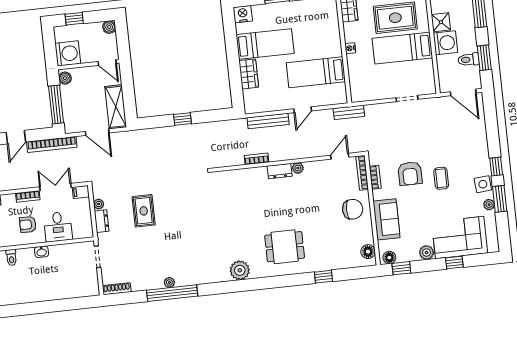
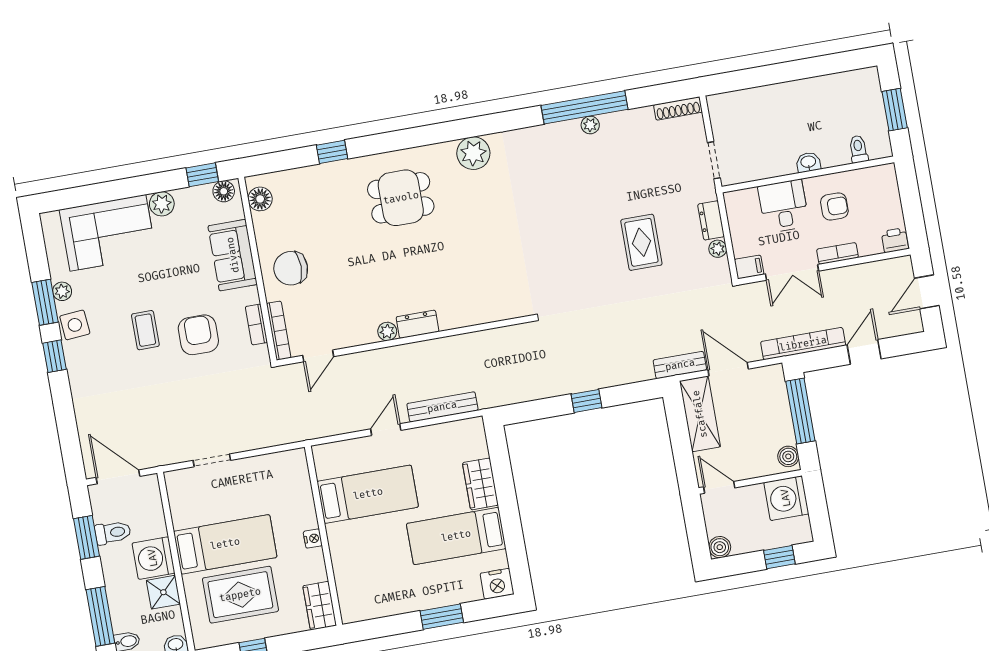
bench: (349, 112) -> (680, 365), moved
bookcase: (256, 159) -> (458, 342), removed
window: (454, 262) -> (114, 190), removed

